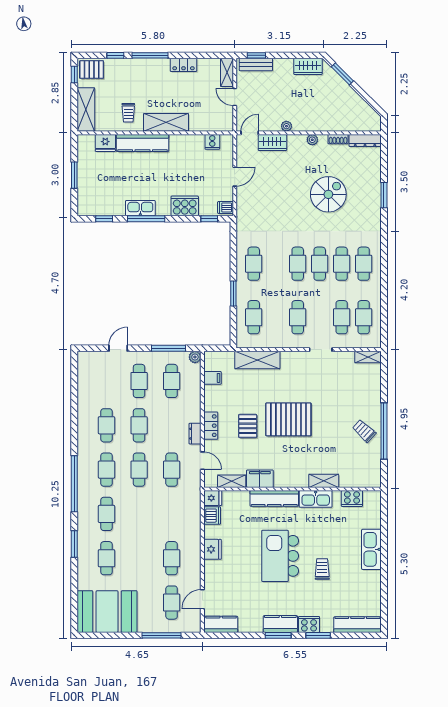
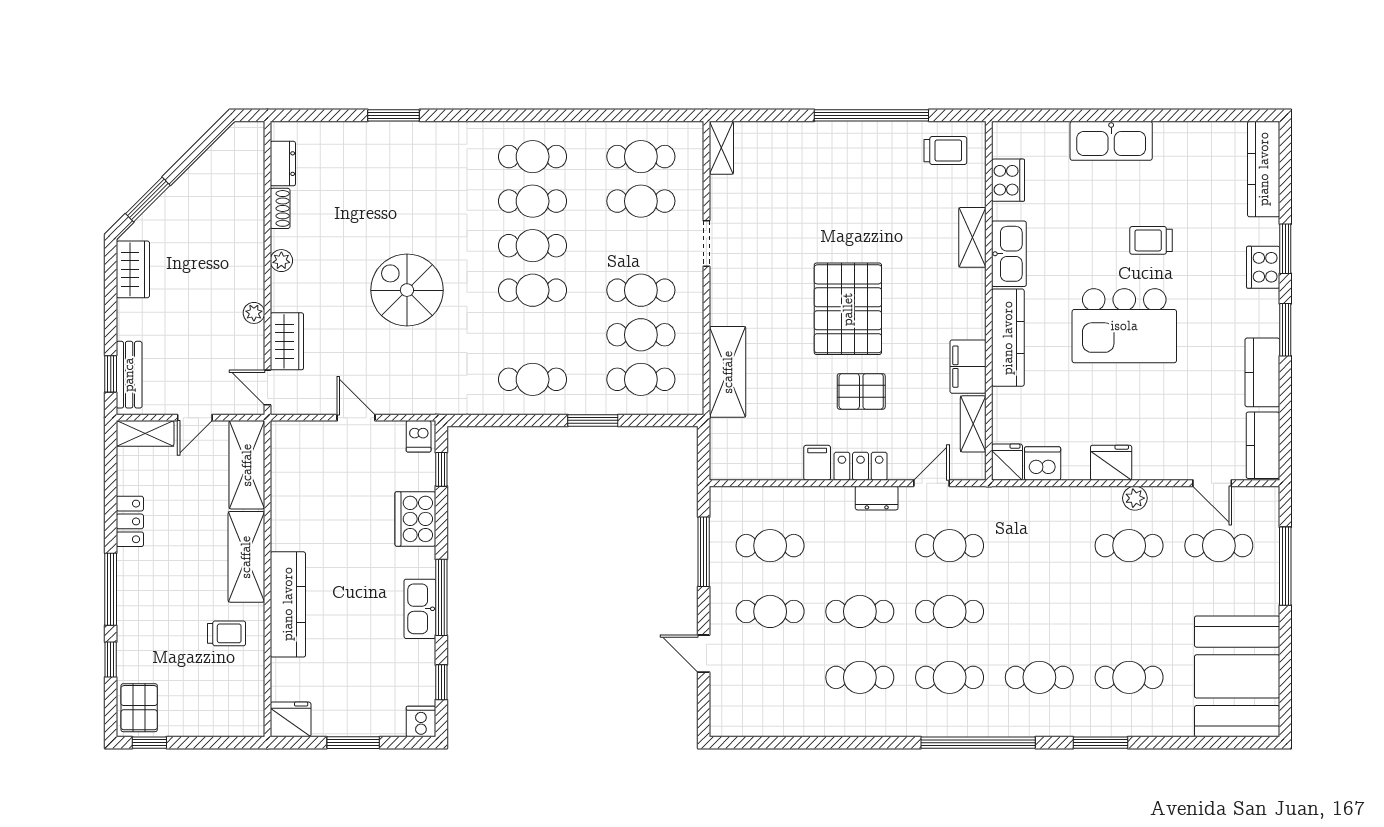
shelving: (86, 110) -> (247, 465), moved, turned 90
dresser: (365, 140) -> (283, 164), width x0.70
cooker: (212, 142) -> (421, 722), moved, turned -90
fridge: (105, 143) -> (291, 719), moved, turned -90
spiral stairs: (328, 194) -> (407, 290), moved
cafe table: (276, 317) -> (641, 335), added
plant: (195, 357) -> (1135, 498), moved
filing cabinet: (212, 378) -> (817, 463), moved
trolley: (364, 431) -> (945, 151), moved, turned -133
kitchen counter: (280, 624) -> (1262, 372), moved

